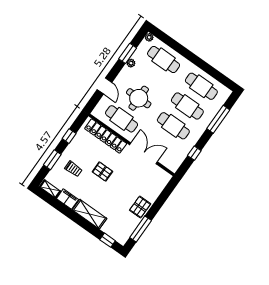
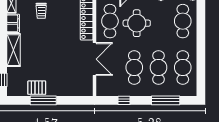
pallet: (102, 172) -> (56, 36), removed
pallet: (140, 207) -> (37, 88), moved
window: (141, 229) -> (43, 100), moved

